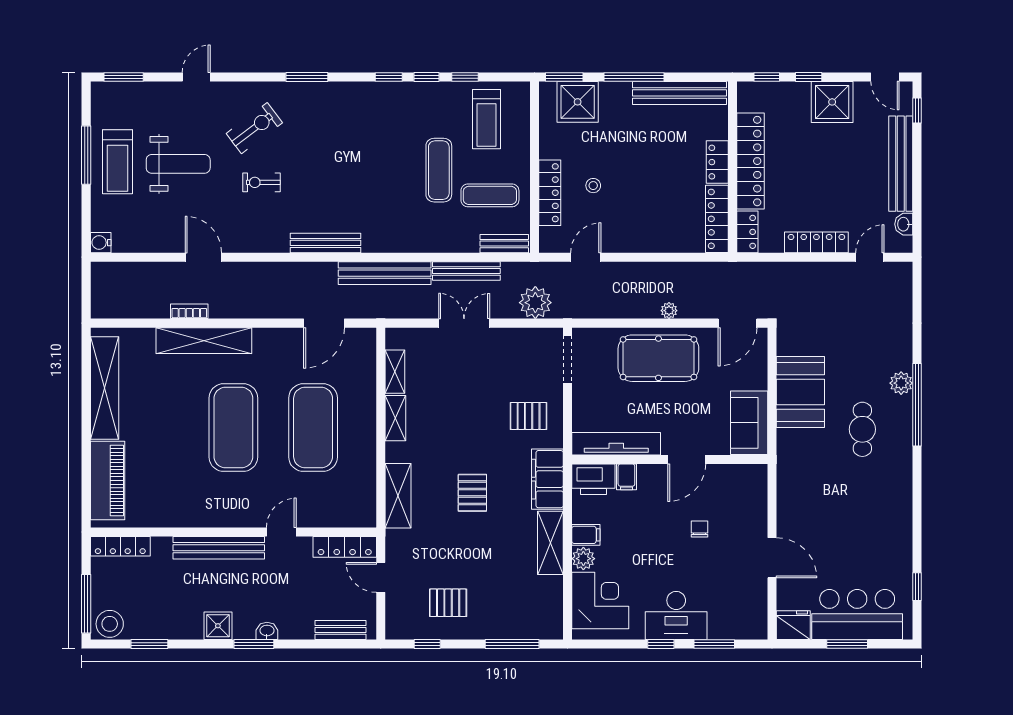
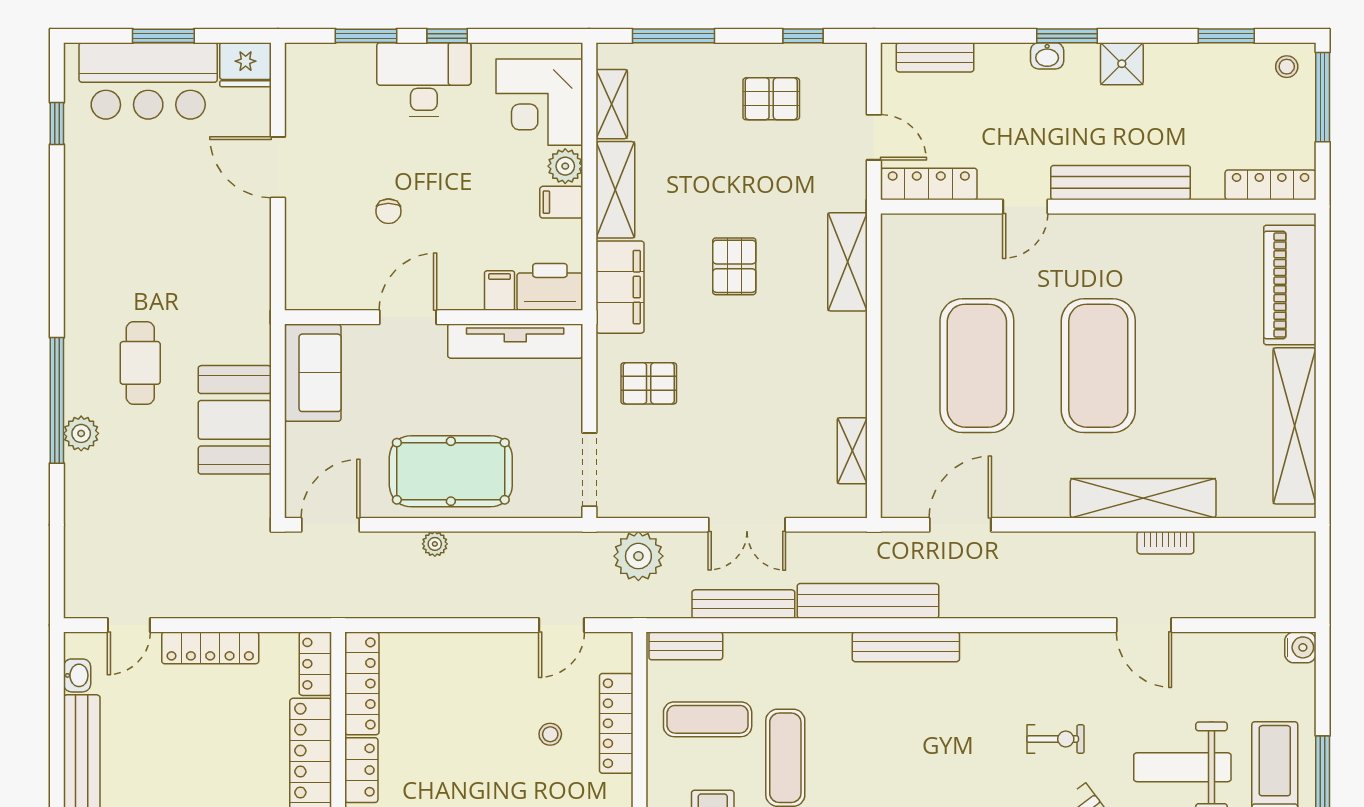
bench: (326, 243) -> (906, 647), moved
shelving: (395, 418) -> (612, 104), moved
stool: (110, 624) -> (1287, 67), width x0.53, depth x0.53

